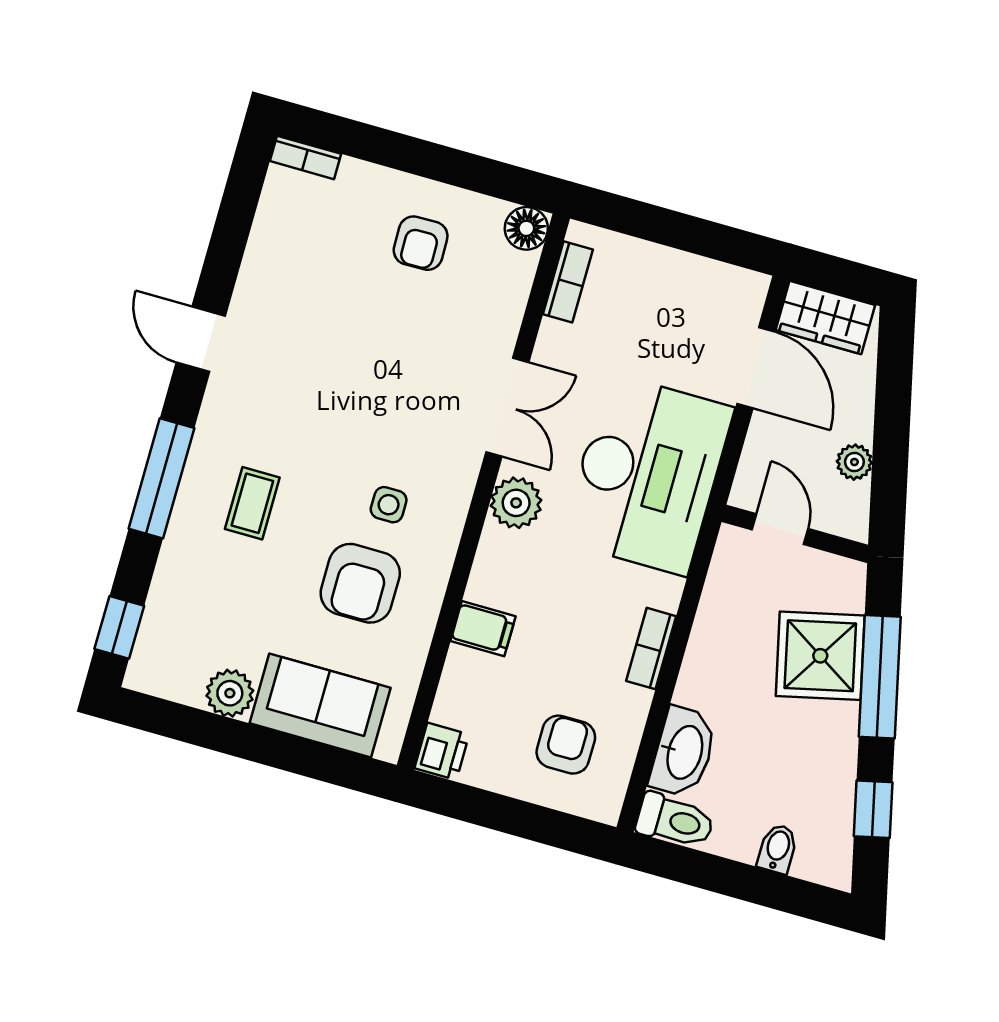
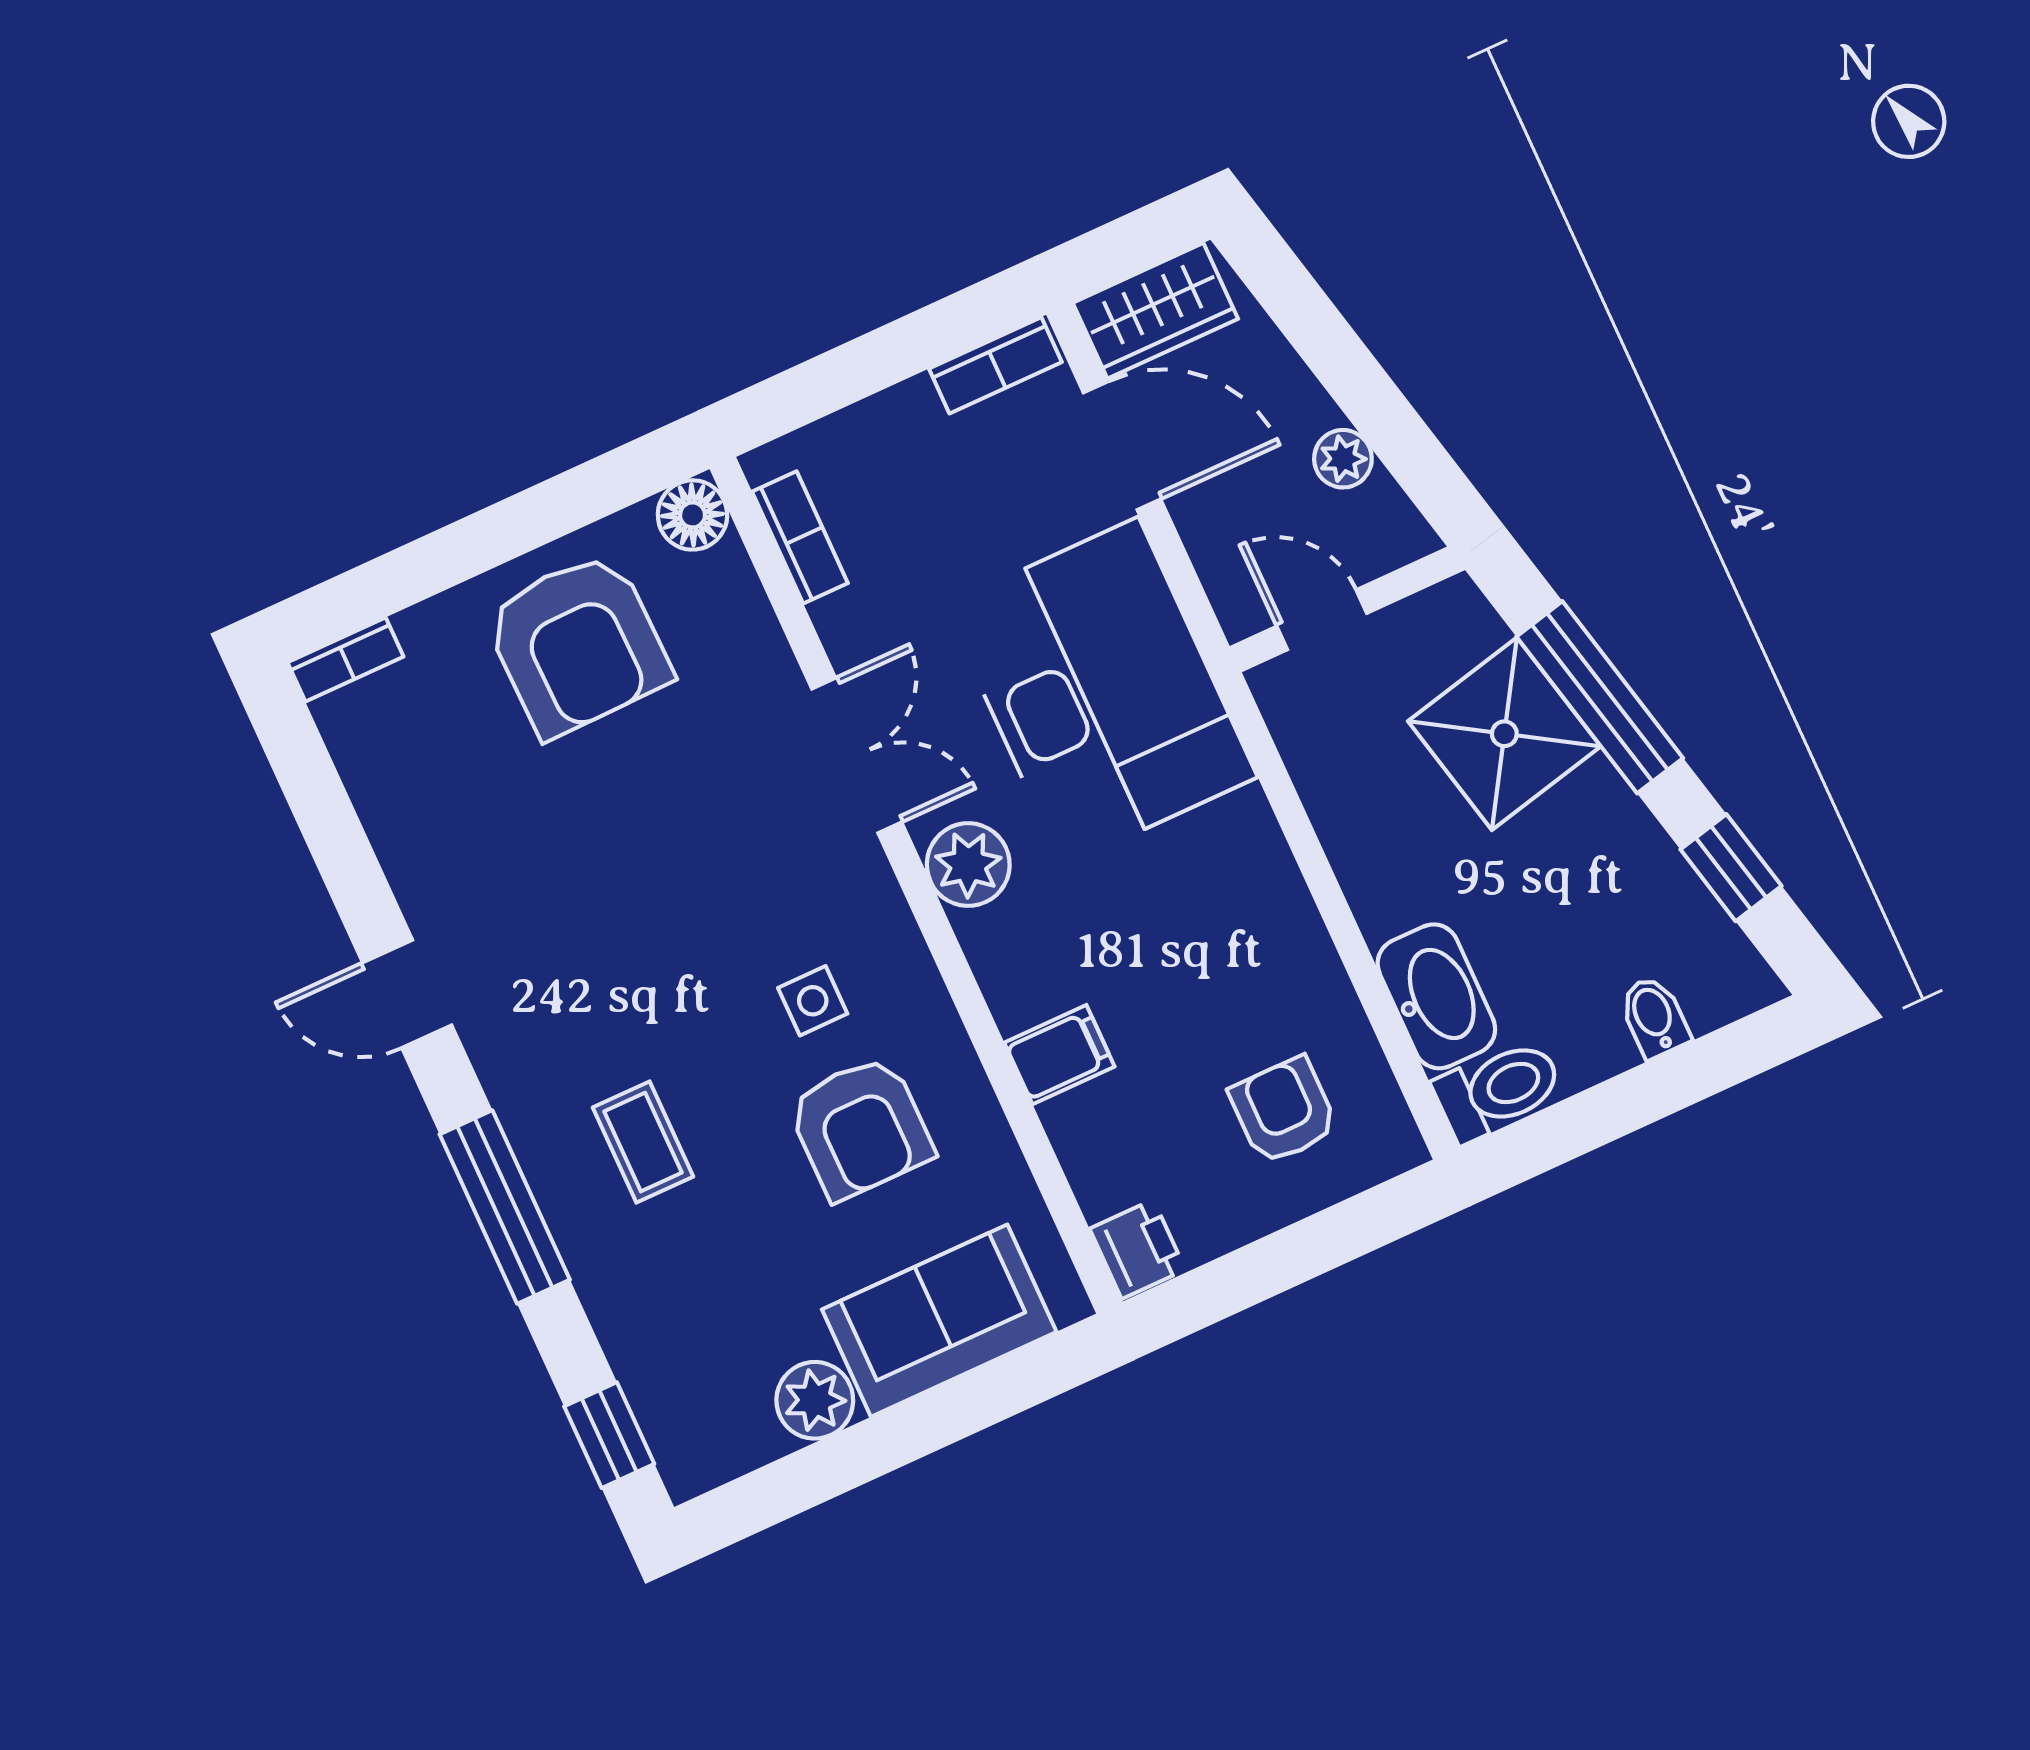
armchair: (421, 243) -> (577, 644), width x1.88, depth x1.88
bookcase: (651, 649) -> (995, 365), moved, turned -90

